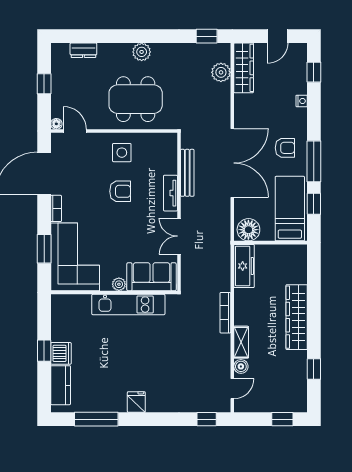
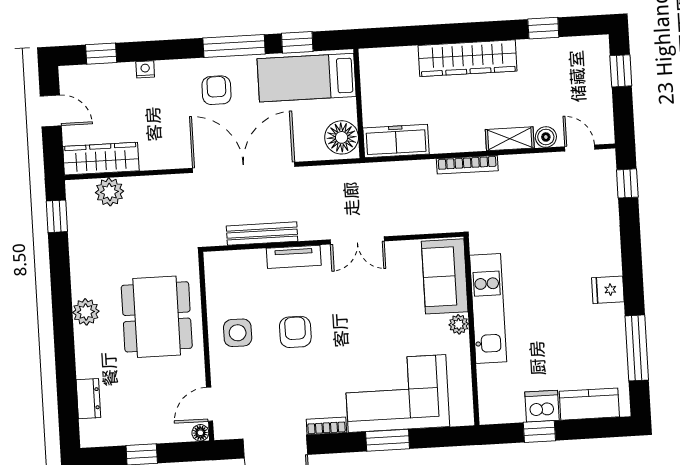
sofa: (151, 277) -> (445, 276), moved
plant: (119, 284) -> (459, 324), moved
wall: (114, 293) -> (472, 331), moved
kitchen unit: (128, 305) -> (488, 309), moved

